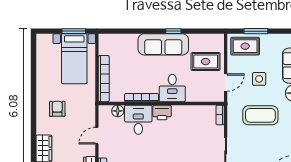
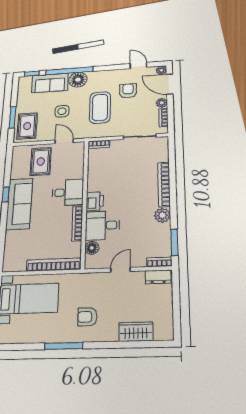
window: (34, 90) -> (64, 346), added
door: (97, 136) -> (120, 270), swing flipped
armchair: (277, 142) -> (128, 91), added

